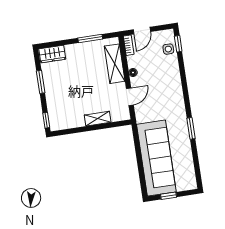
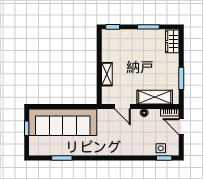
window: (191, 128) -> (62, 158), moved

